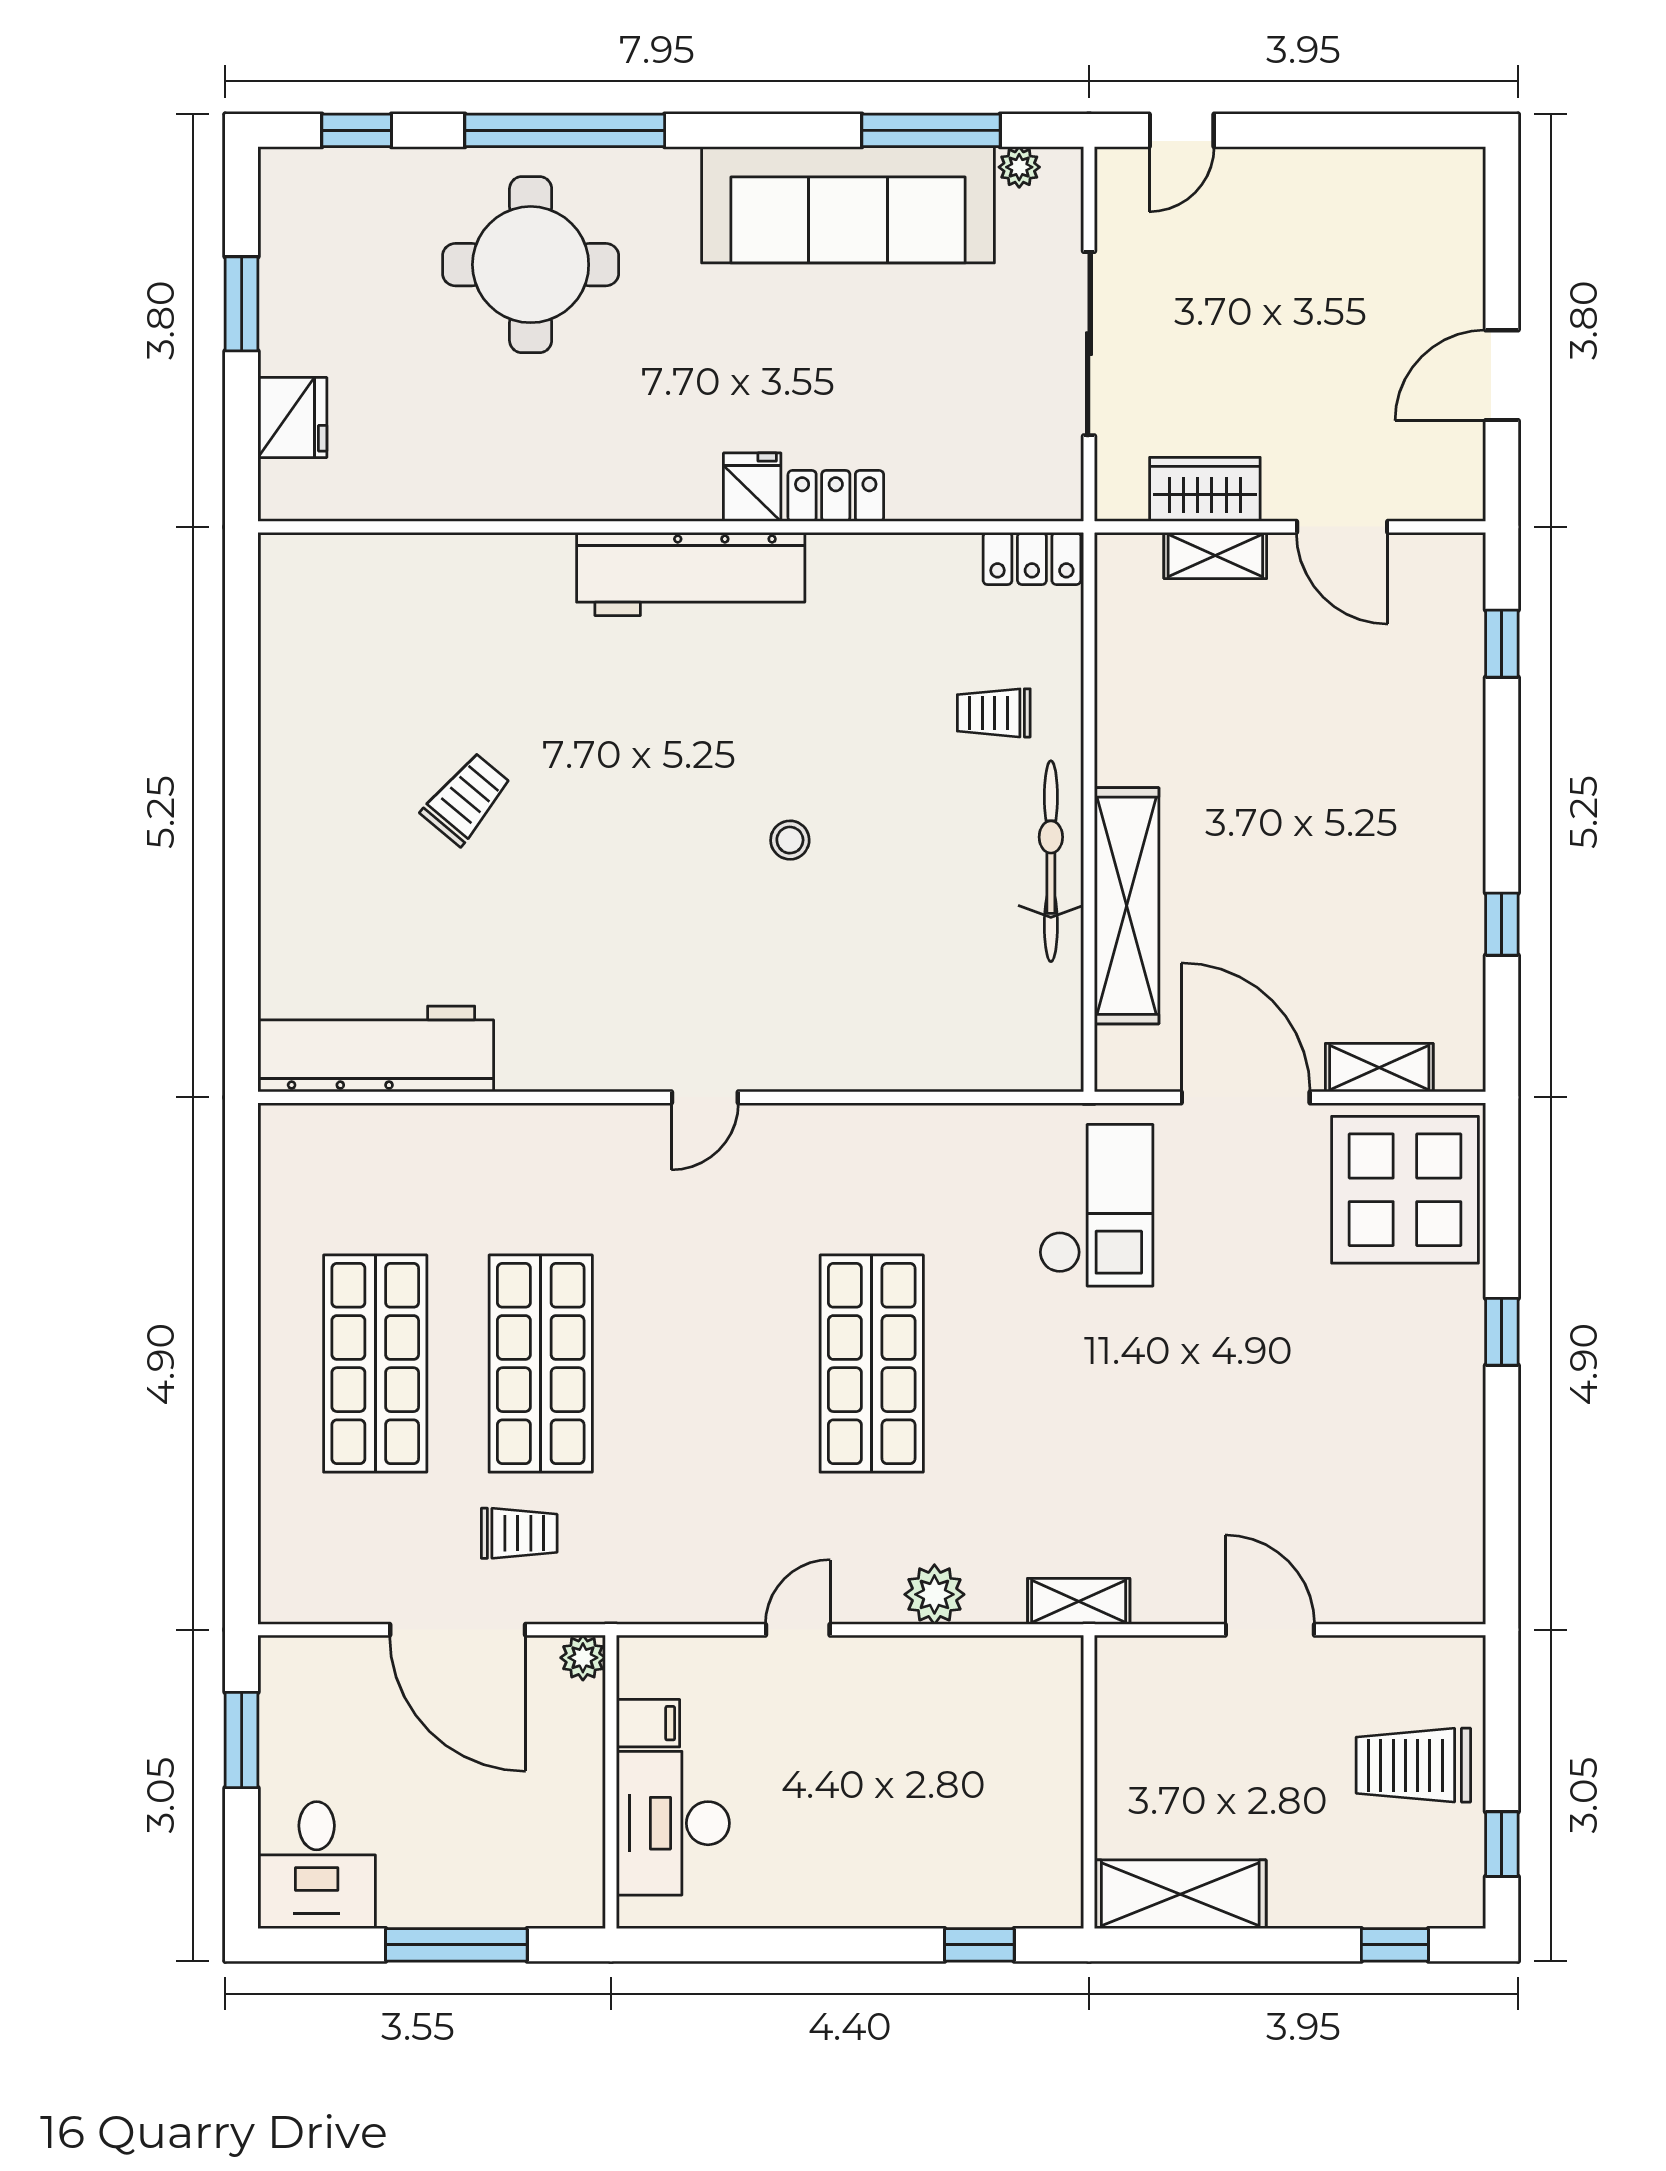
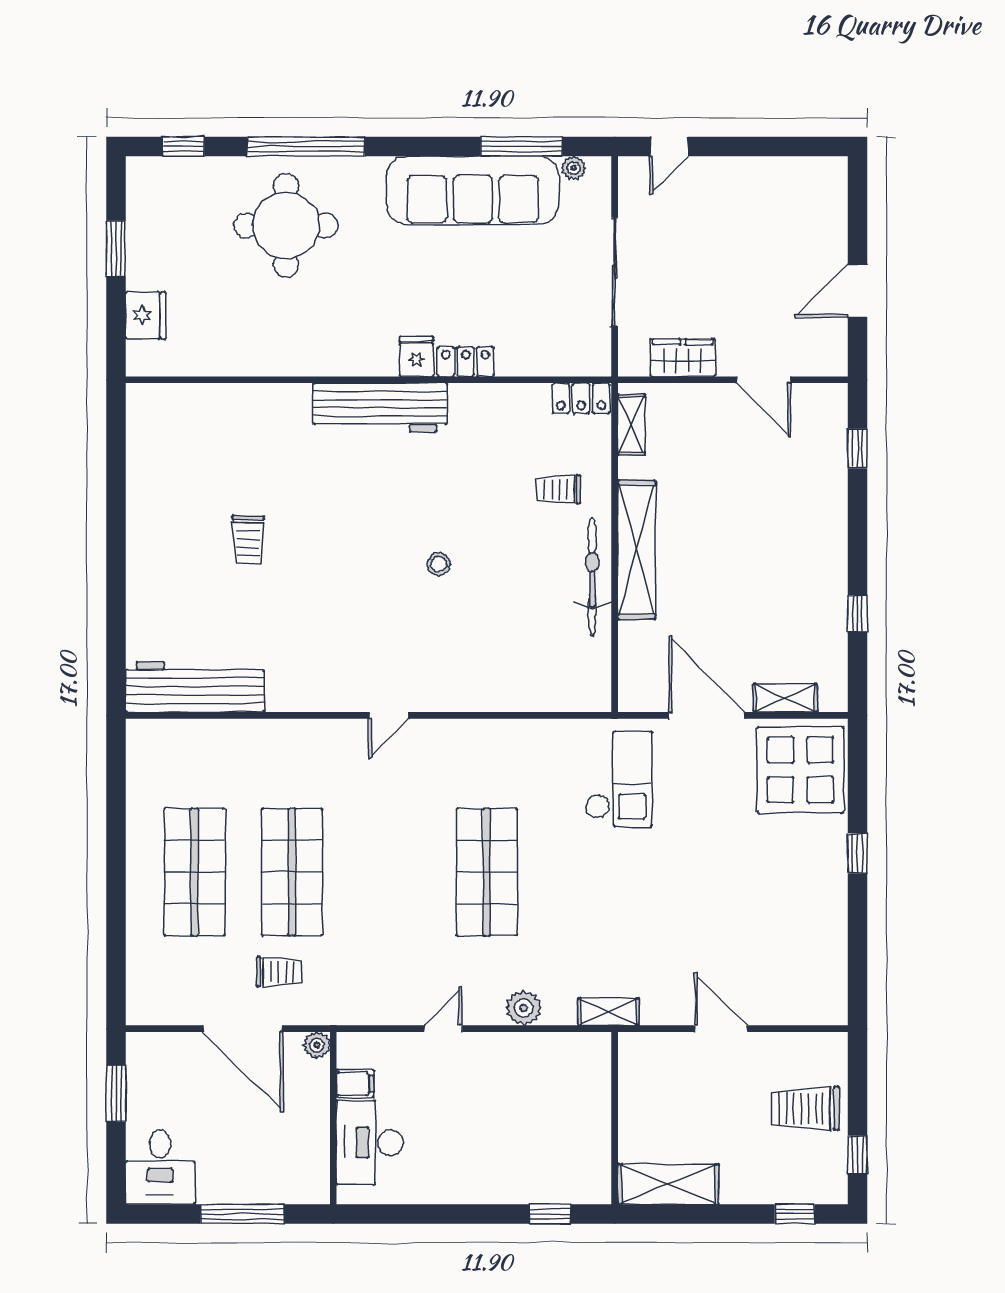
shelving: (1215, 555) -> (631, 425), moved, turned 90
trolley: (466, 799) -> (248, 540), turned 140
shelving: (1127, 906) -> (637, 550), moved

